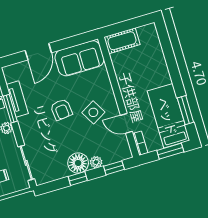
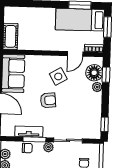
sliding door: (26, 163) -> (68, 140), moved
floor lamp: (78, 163) -> (94, 73), moved
window: (78, 178) -> (105, 124), moved

